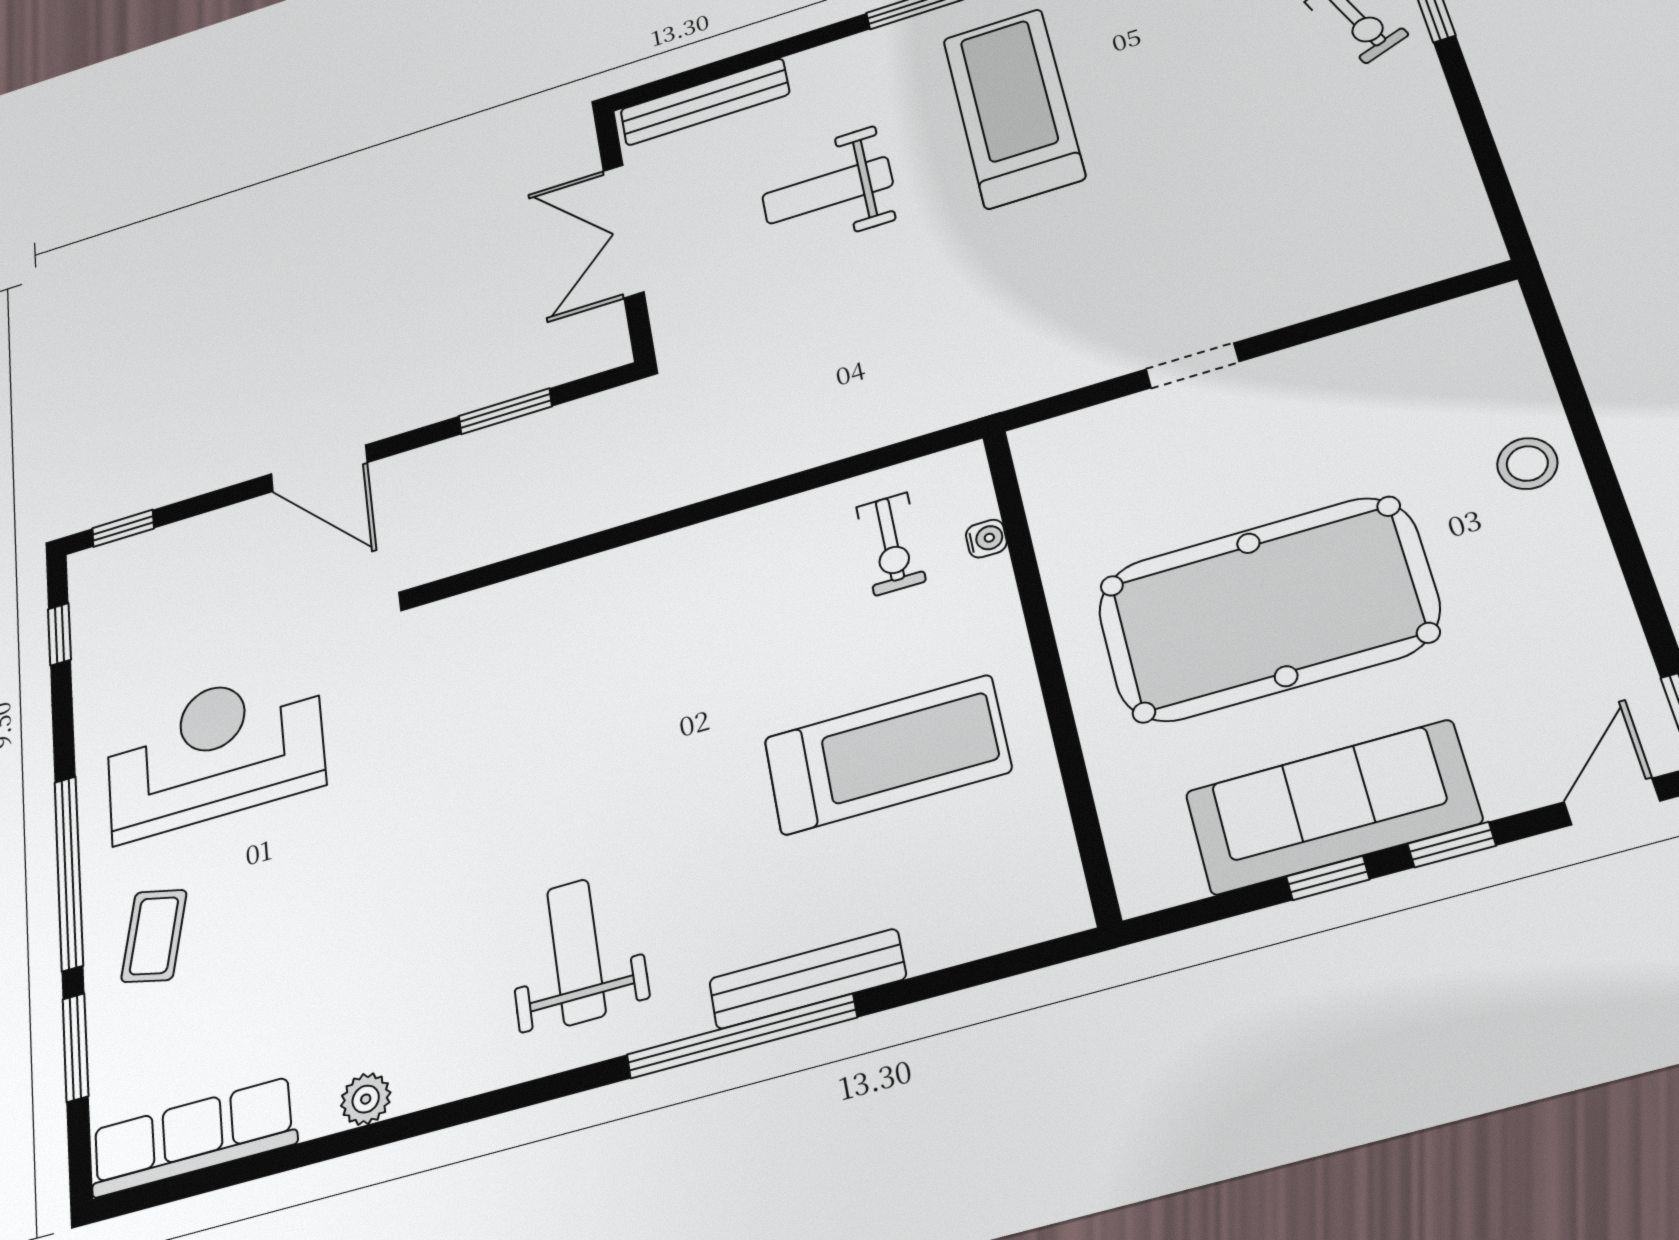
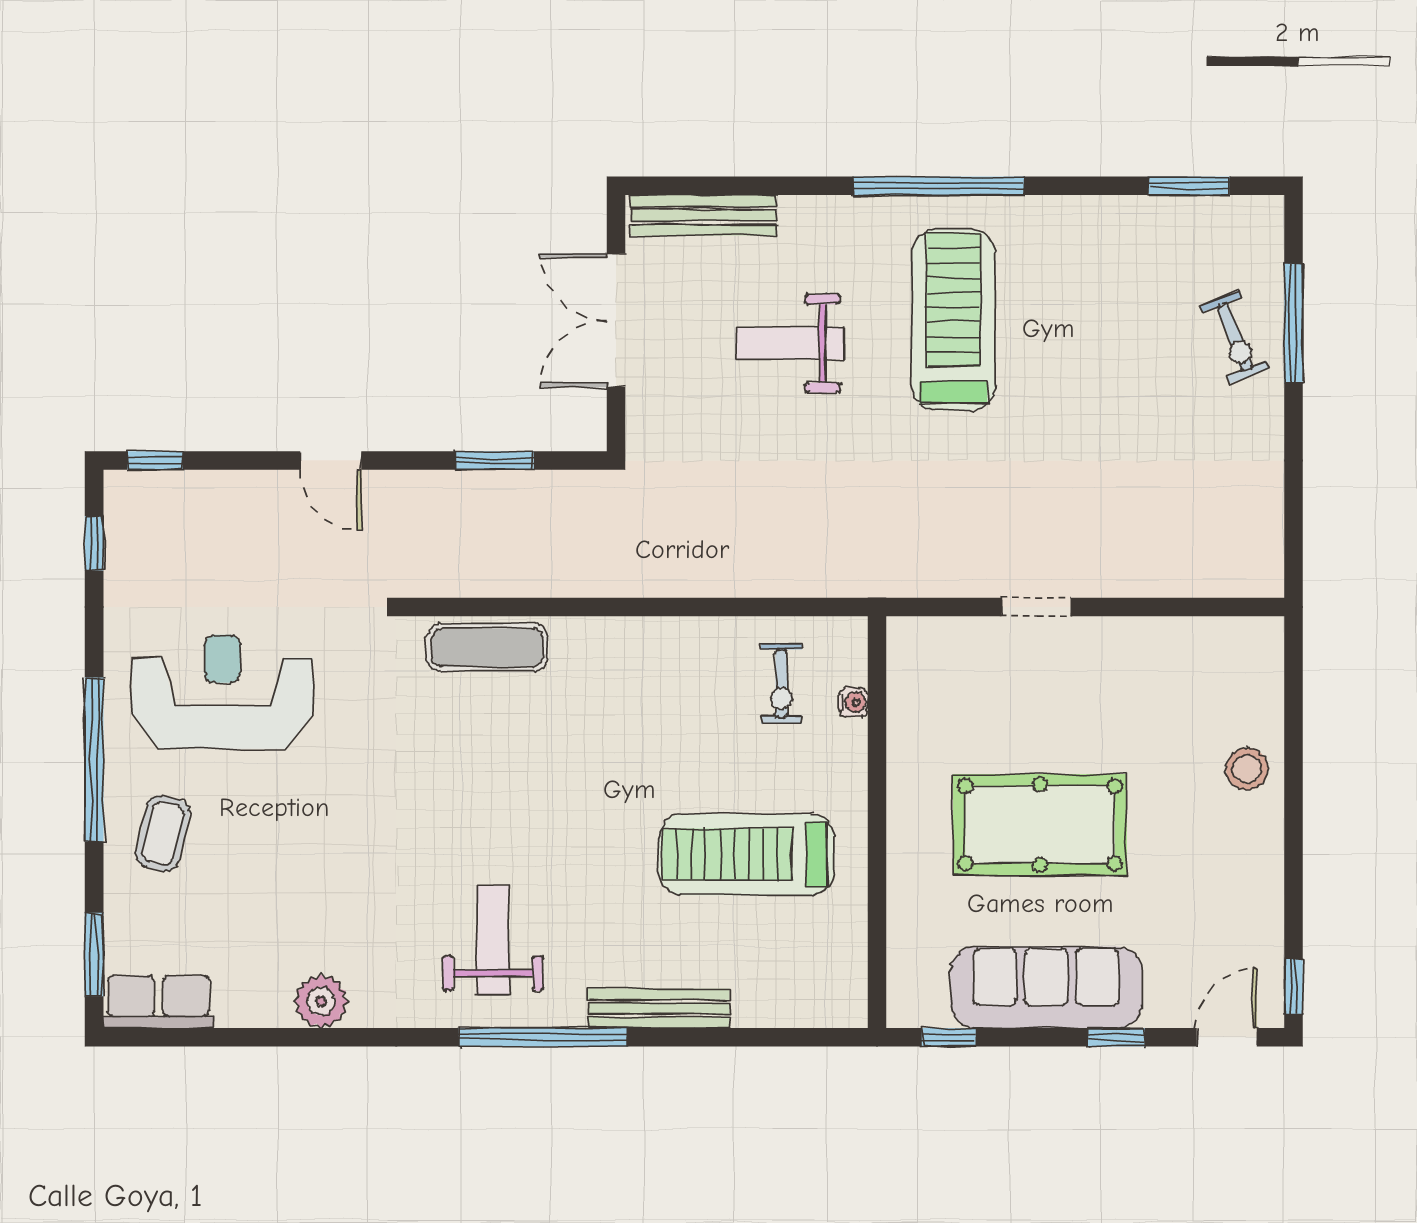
door: (319, 468) -> (331, 460), width x0.73
pool table: (1267, 609) -> (1040, 825), width x0.73, depth x0.76
exercise mat: (523, 611) -> (487, 648), added
treadmill: (887, 755) -> (746, 855), turned 180
window: (1328, 878) -> (949, 1037), moved
window: (741, 1036) -> (543, 1037), moved
window: (75, 1047) -> (94, 954), moved
plant: (366, 1099) -> (321, 1001), width x1.38, depth x1.38
row of seats: (193, 1137) -> (158, 1002), width x0.68

